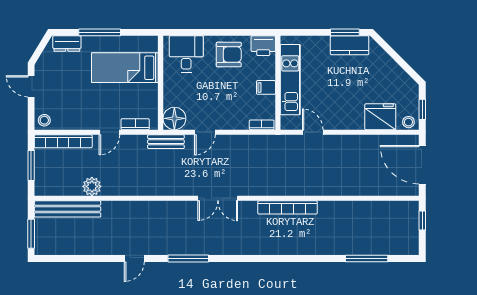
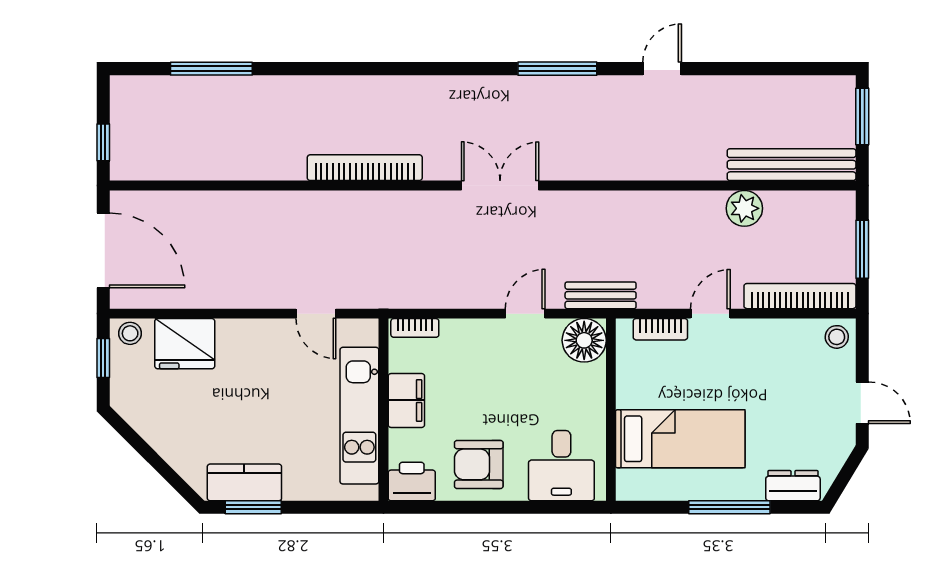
filing cabinet: (266, 87) -> (406, 400), width x2.00

